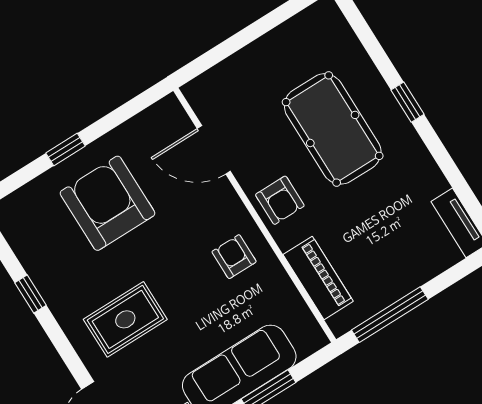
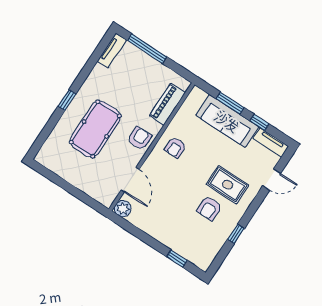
plant: (168, 113) -> (123, 209), added
window: (65, 150) -> (177, 259), moved
armchair: (108, 203) -> (209, 208), moved, width x0.53, depth x0.53
window: (390, 315) -> (147, 49), moved

